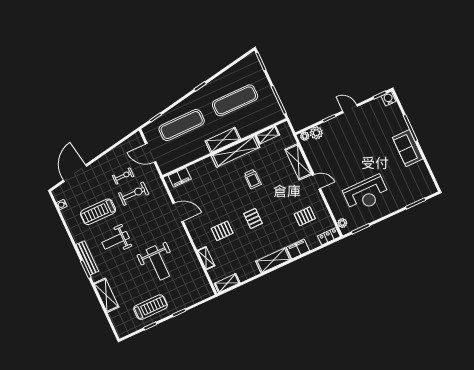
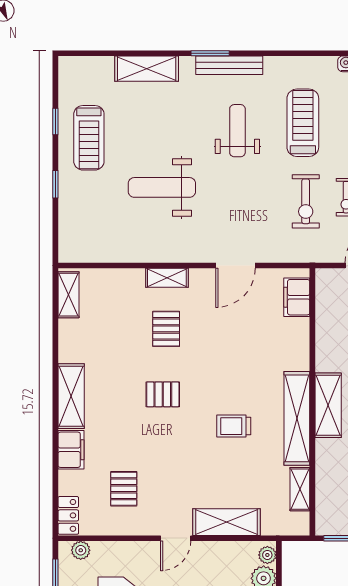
shelving: (206, 258) -> (167, 278), moved

